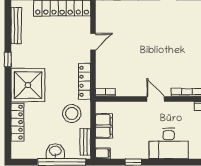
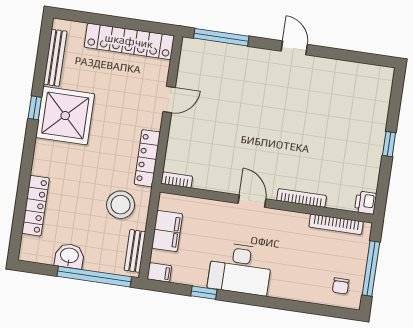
shower: (28, 85) -> (65, 116), moved
desk: (169, 143) -> (240, 269), moved
washbasin: (55, 151) -> (69, 256), moved

